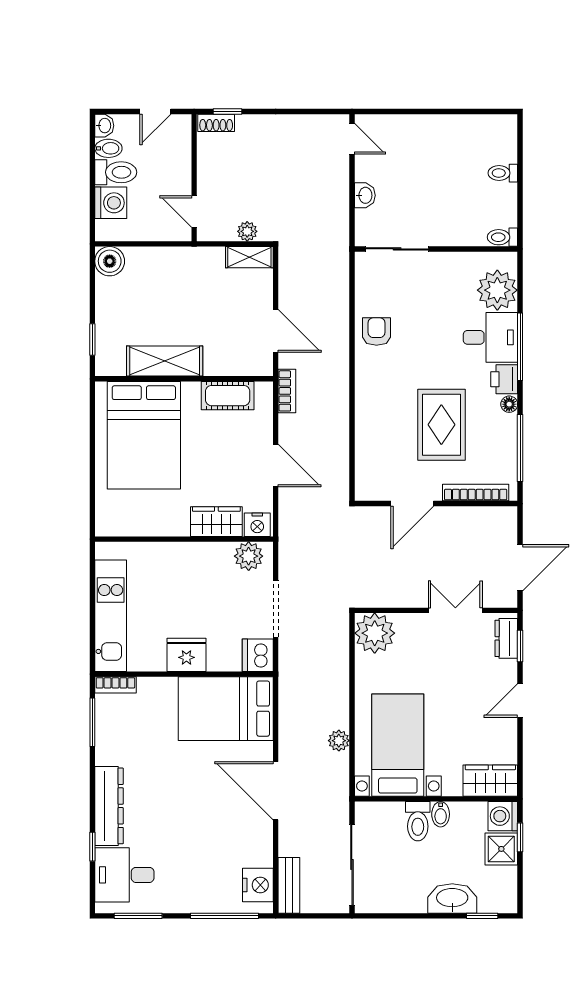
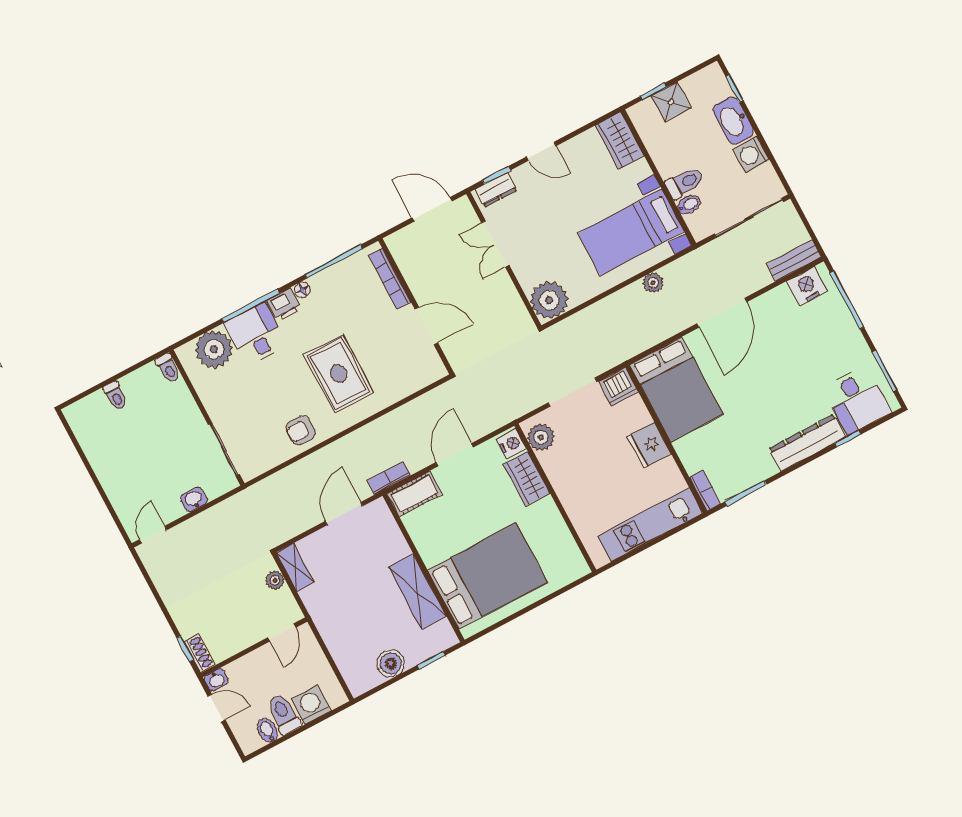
washbasin: (104, 126) -> (216, 680), moved, turned 180
boiler: (110, 261) -> (391, 663), moved
cot: (228, 396) -> (414, 494), moved, turned 90
rug: (441, 425) -> (339, 373), moved, turned 90
bidet: (441, 814) -> (689, 204), moved
washing machine: (503, 816) -> (751, 154), moved, turned 90

